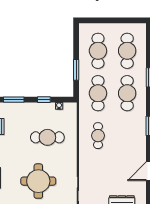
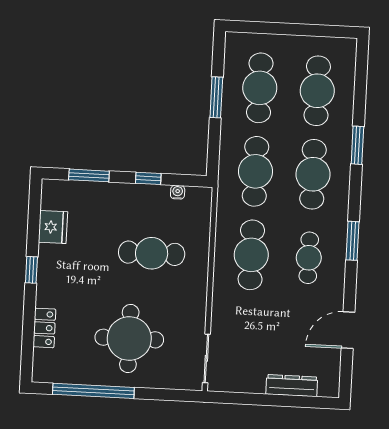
window: (76, 70) -> (216, 97), moved
cafe table: (98, 136) -> (251, 255), width x1.37, depth x1.35
cafe table: (127, 136) -> (309, 258), added

